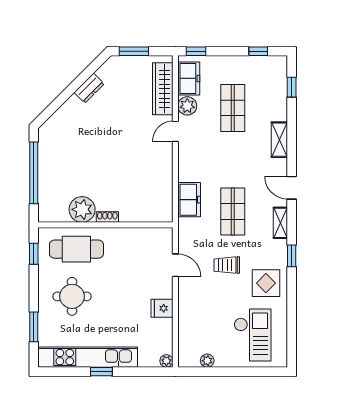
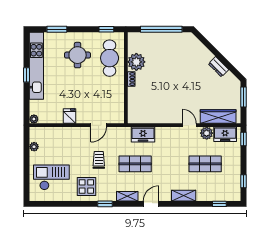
checkout: (253, 335) -> (51, 177), turned 180

